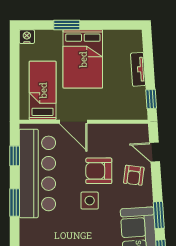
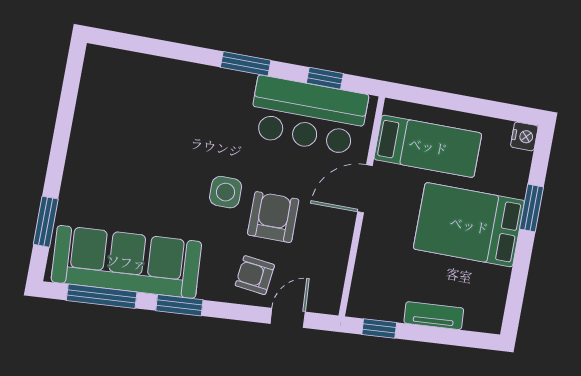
bar counter: (37, 173) -> (308, 115), width x0.73

